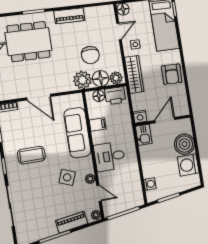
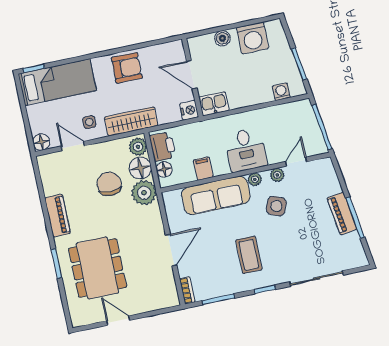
chair: (90, 55) -> (109, 184), turned -90
boiler: (184, 144) -> (222, 38), width x0.54, depth x0.54
plant: (96, 215) -> (255, 179), moved
piano: (72, 222) -> (342, 214), moved

